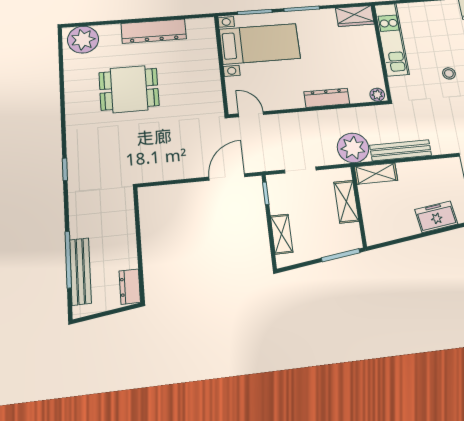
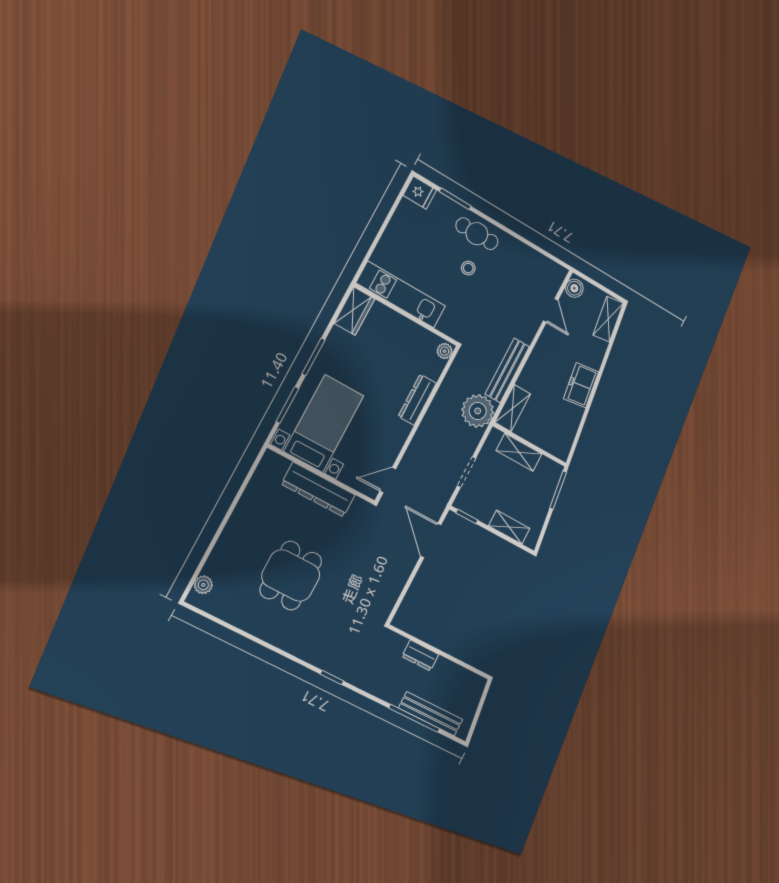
dresser: (154, 31) -> (318, 490), moved, turned 90
plant: (83, 40) -> (203, 585), width x0.53, depth x0.53
dresser: (130, 287) -> (420, 655), moved

